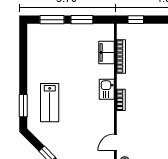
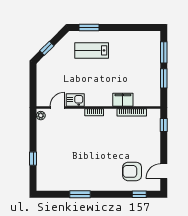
filing cabinet: (106, 53) -> (123, 100), moved
kitchen sink: (107, 89) -> (75, 100), moved
door: (115, 142) -> (57, 107), hinge flipped

